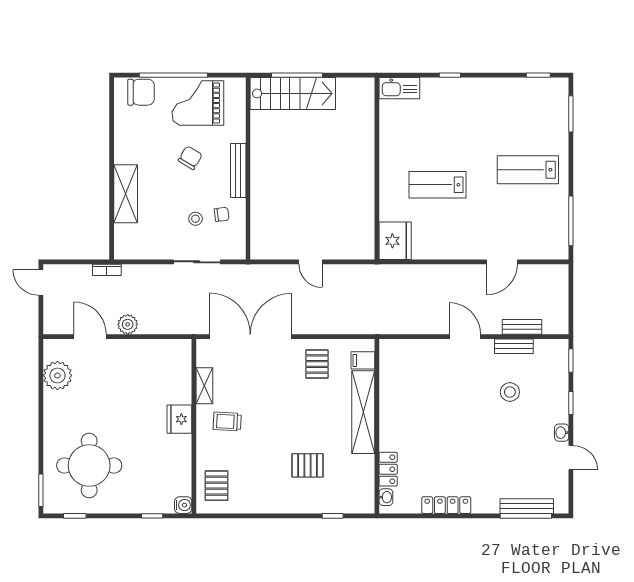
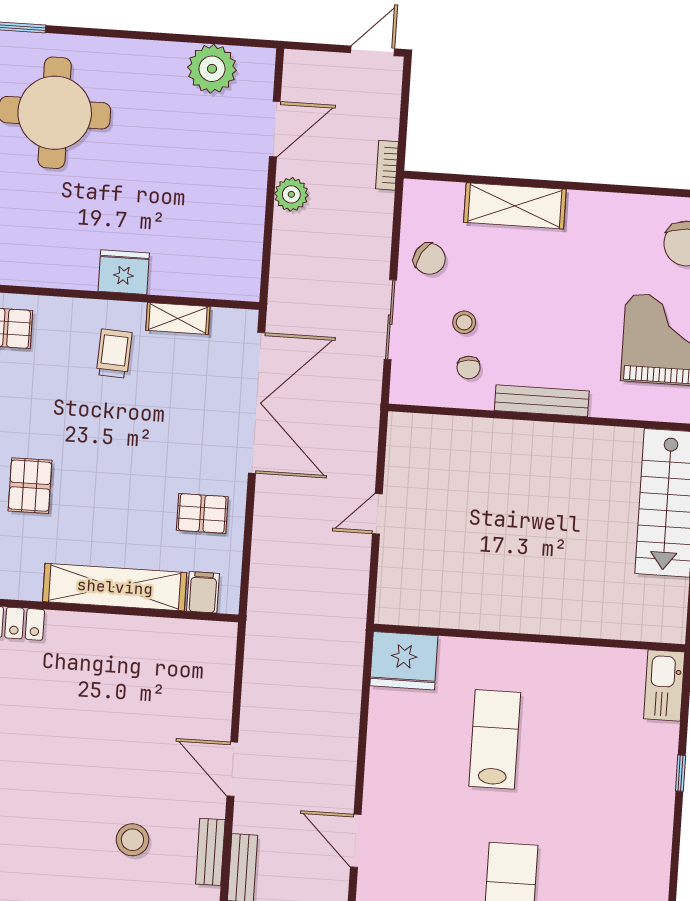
chair: (190, 158) -> (429, 259), moved
door: (465, 337) -> (232, 769), swing flipped

